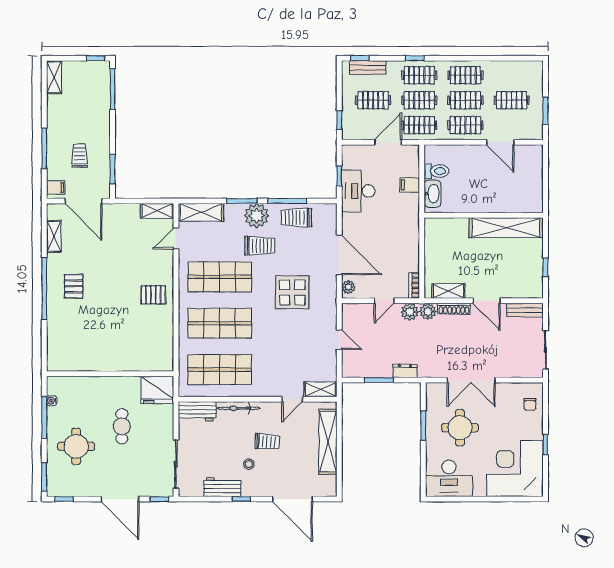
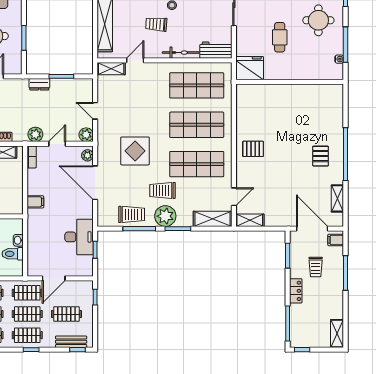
locker: (103, 128) -> (296, 291), added
filing cabinet: (410, 185) -> (35, 202), moved
washbasin: (432, 194) -> (18, 240), width x0.52, depth x0.69
plant: (428, 311) -> (86, 135), moved

